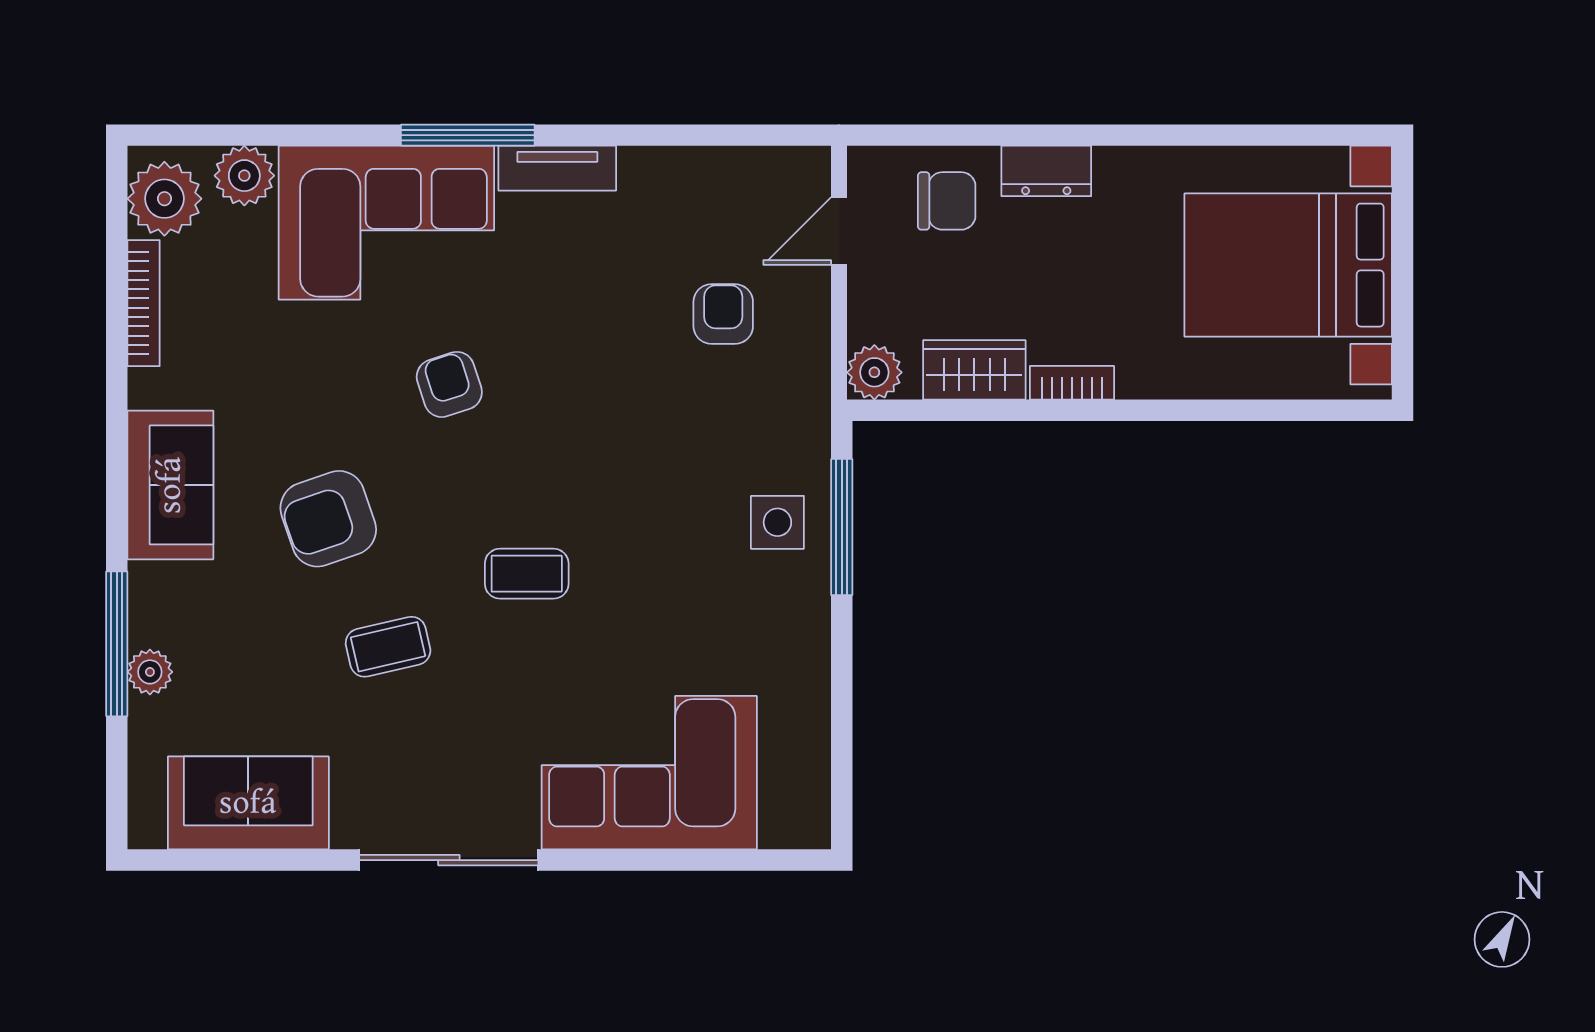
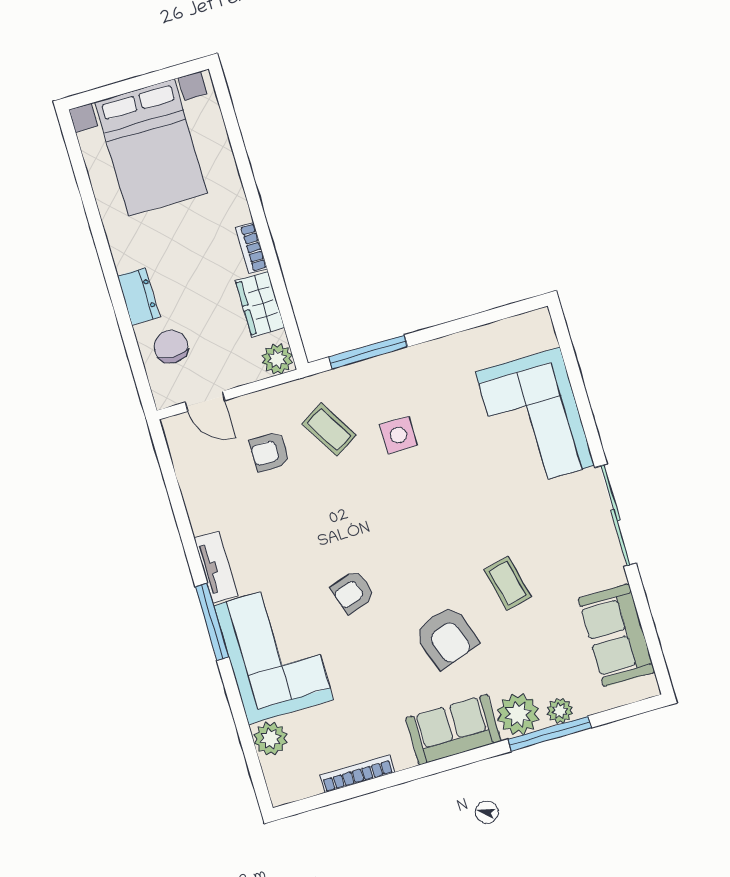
plant: (164, 199) -> (518, 714), moved
side table: (777, 522) -> (398, 435), moved
coffee table: (527, 574) -> (329, 429), moved, turned -31

